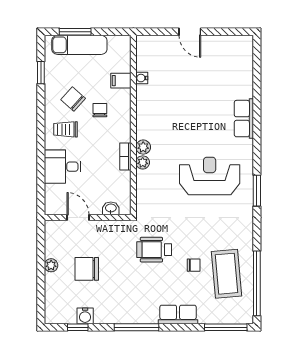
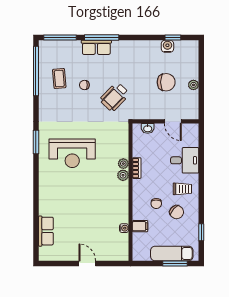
row of seats: (244, 119) -> (46, 231), moved
wheelchair: (154, 250) -> (115, 97), turned 134
coffee table: (226, 274) -> (59, 78), width x0.54, depth x0.58
window: (137, 327) -> (102, 38), moved

